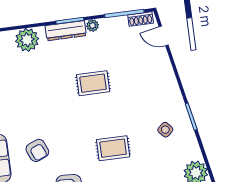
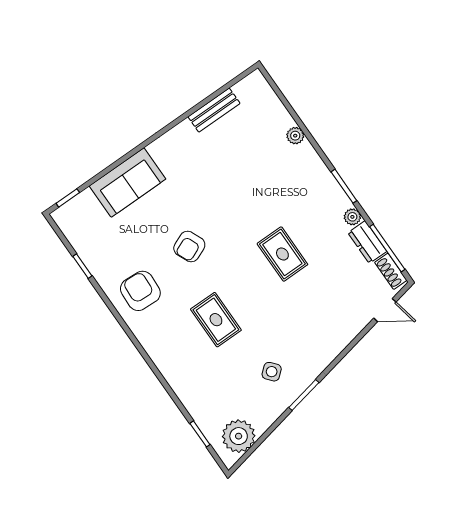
dresser: (66, 31) -> (367, 242), moved, width x0.70
door: (164, 36) -> (385, 310), swing flipped
plant: (27, 40) -> (295, 136), width x0.53, depth x0.53
armchair: (37, 150) -> (189, 246), moved

